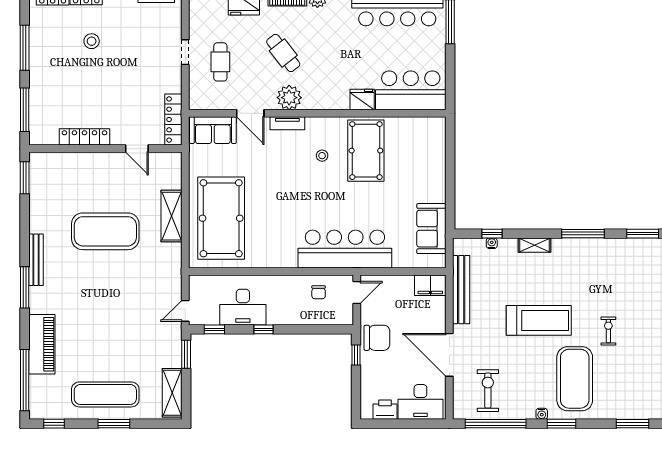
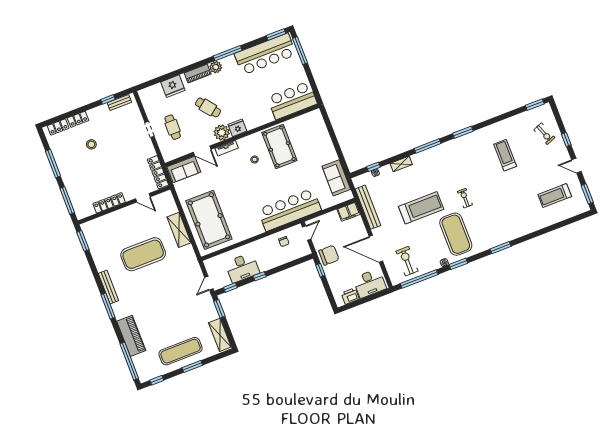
fridge: (362, 100) -> (237, 128), moved

